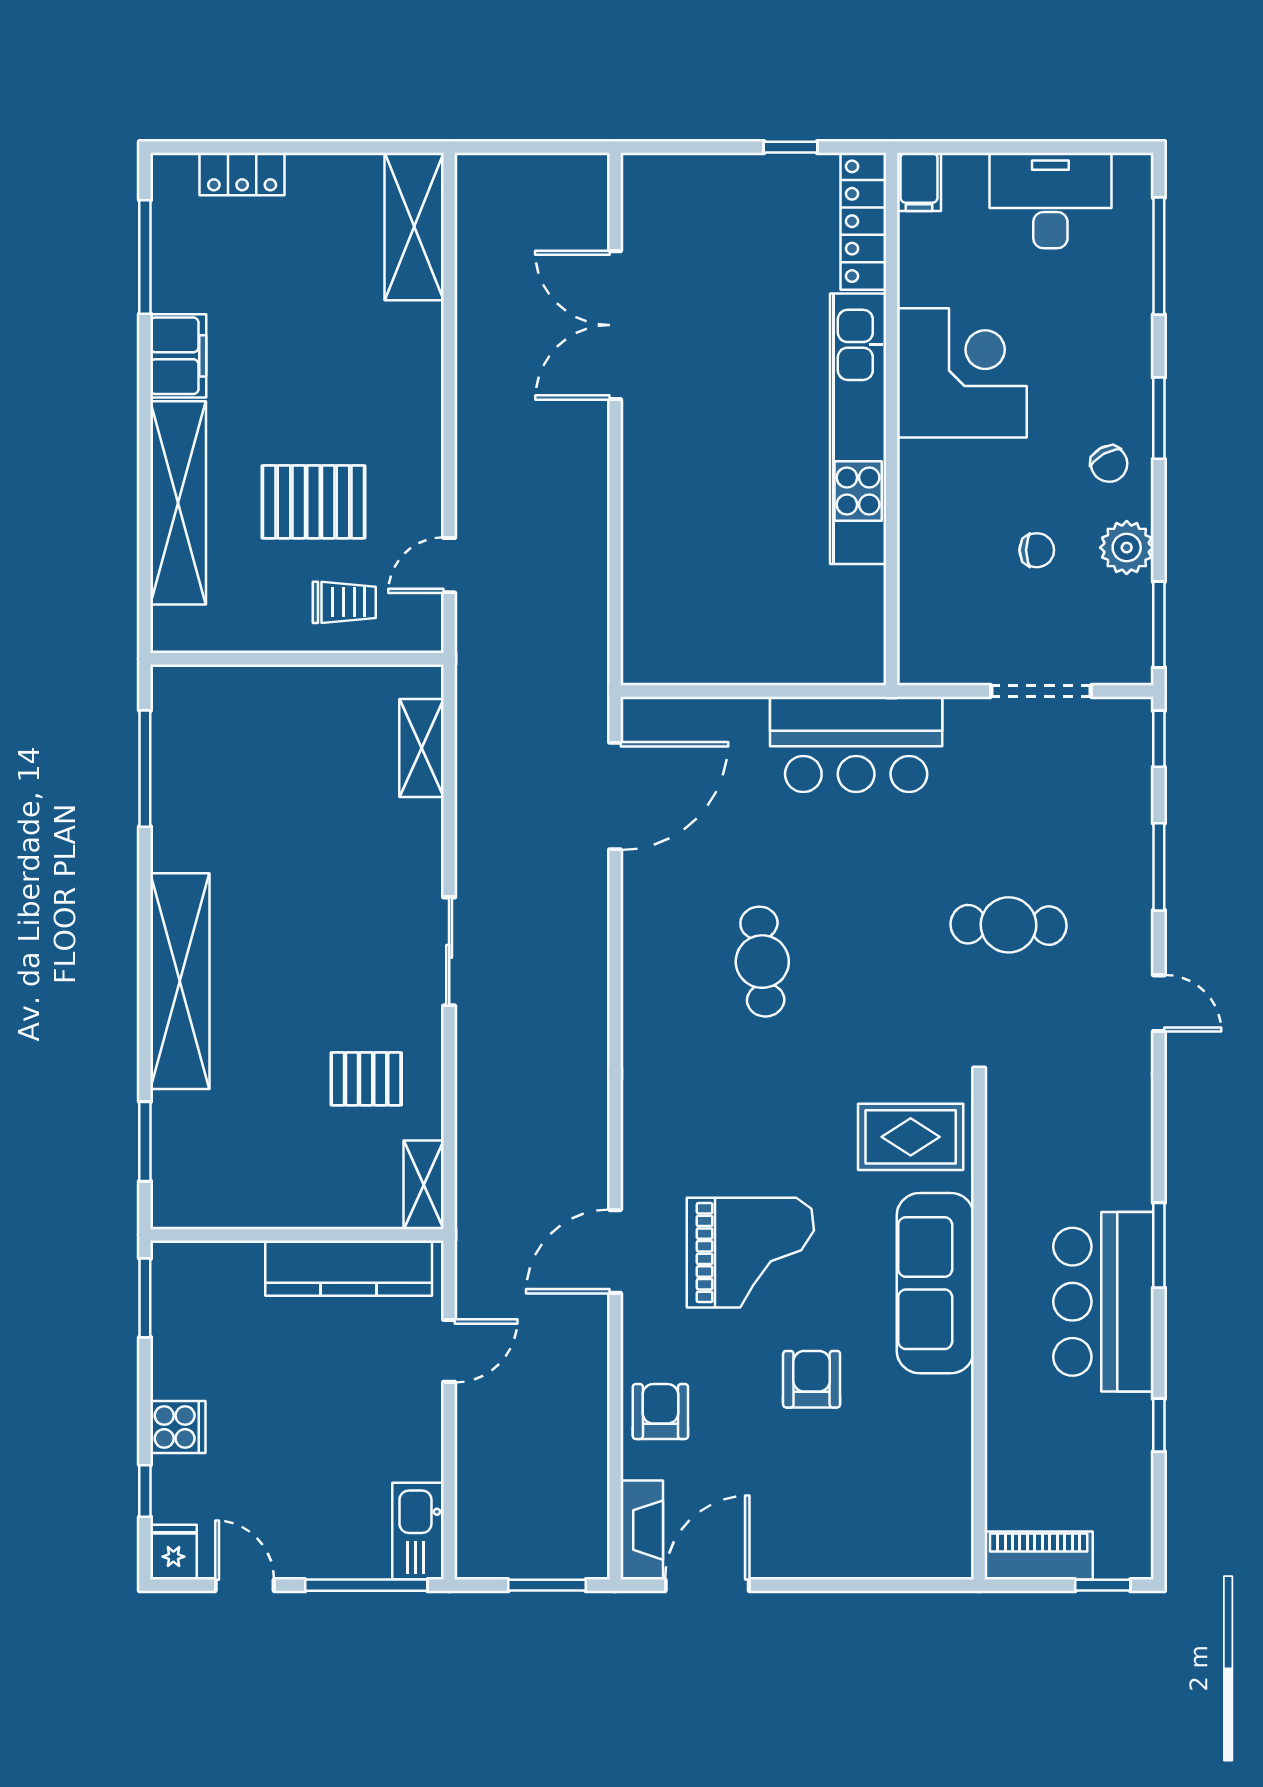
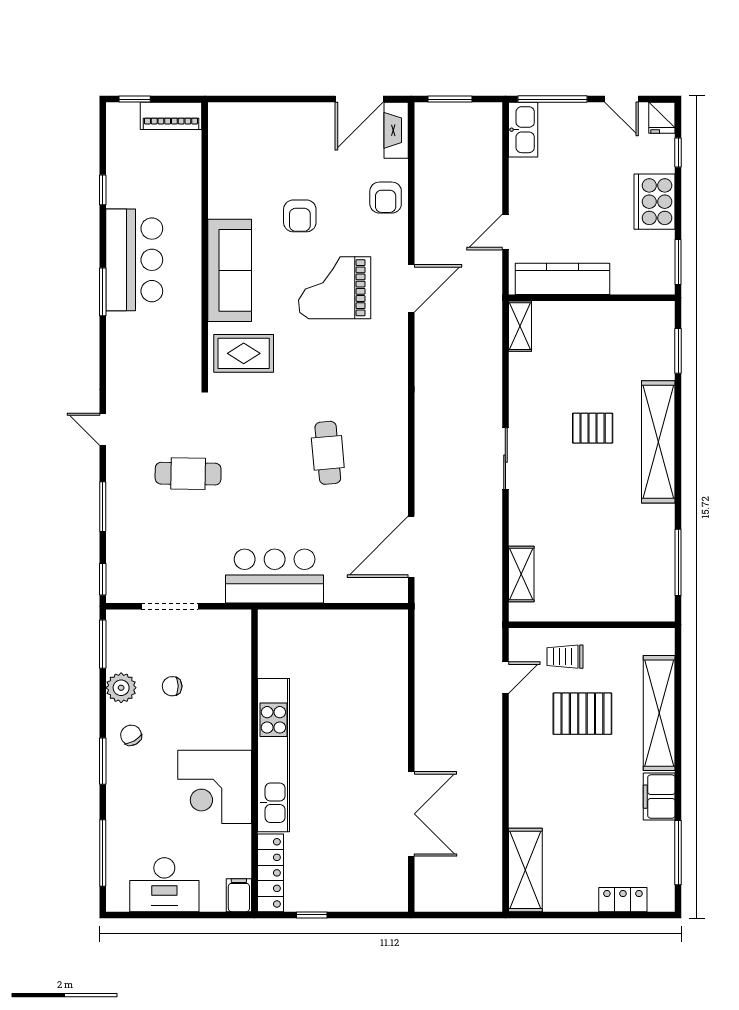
pallet: (366, 1079) -> (593, 428), moved
cooker: (178, 1427) -> (655, 202), width x1.87, depth x1.31

